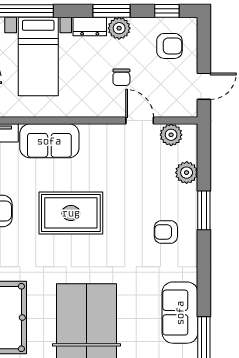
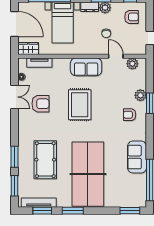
sofa: (49, 141) -> (86, 67), moved
plant: (187, 173) -> (140, 95), moved
rug: (71, 213) -> (80, 105), turned 90

